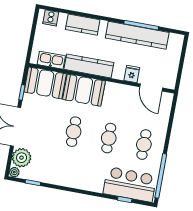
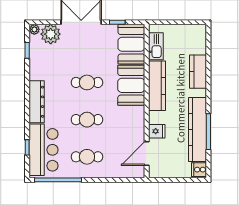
cooker: (51, 18) -> (199, 170), moved
dresser: (83, 183) -> (37, 102), added

